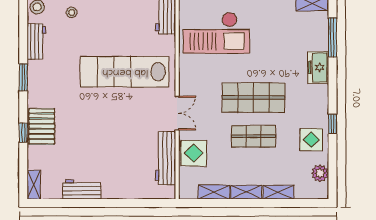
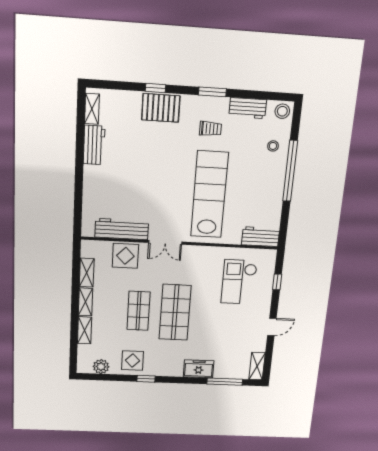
checkout: (216, 33) -> (239, 282), width x0.73, depth x0.83
trolley: (59, 76) -> (211, 129), added
shelving: (34, 185) -> (92, 109), moved, turned 90

